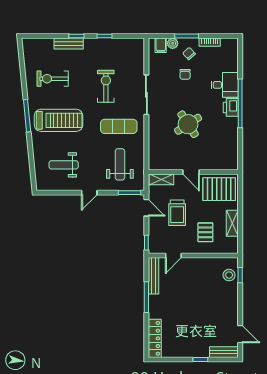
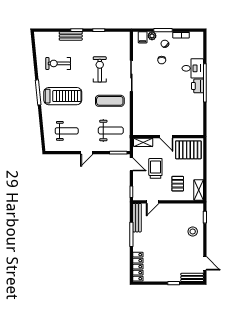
round table: (188, 124) -> (164, 99), removed
weight bench: (120, 164) -> (111, 130), turned 90
weight bench: (64, 165) -> (67, 131), turned 180
trolley: (177, 213) -> (155, 168), turned 180
shelving: (232, 223) -> (199, 190), moved
stool: (229, 275) -> (193, 231), moved

